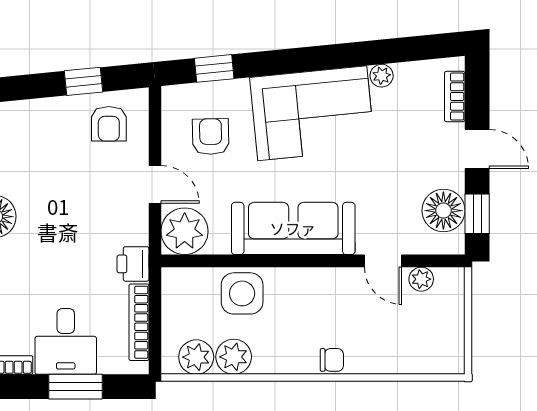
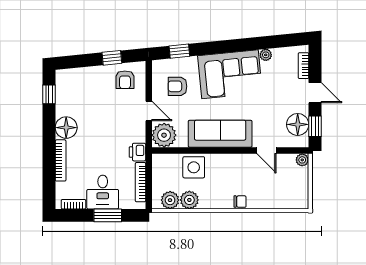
armchair: (211, 137) -> (177, 86), turned -89
plant: (421, 279) -> (302, 160), moved

